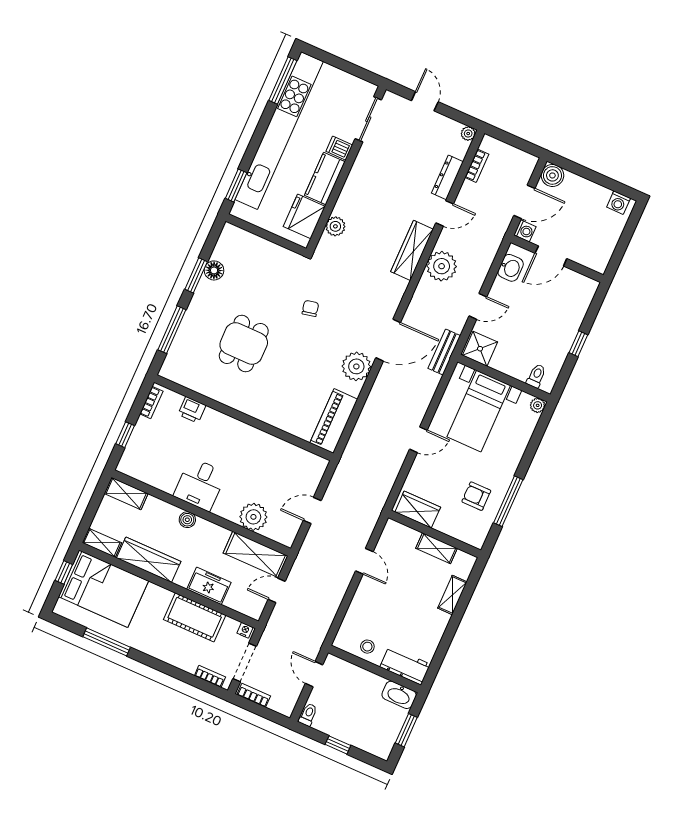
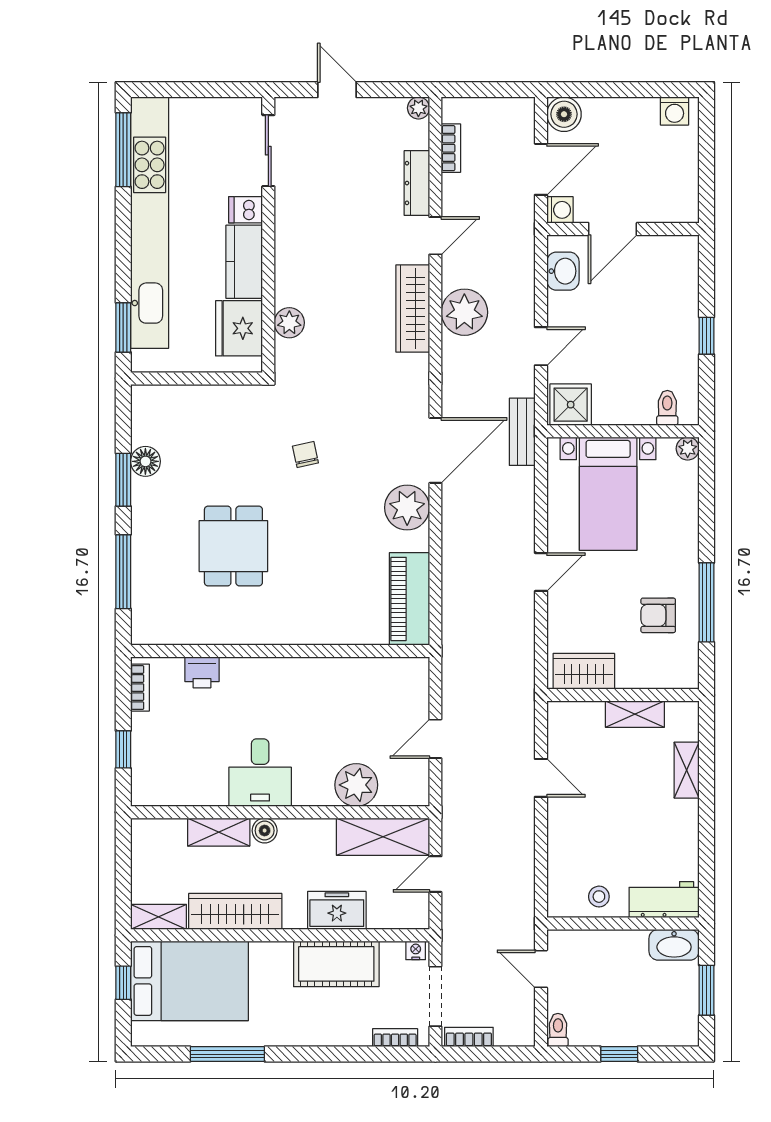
shelving: (126, 494) -> (219, 832), moved

